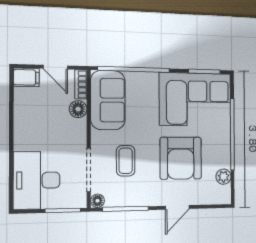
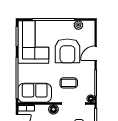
floor lamp: (78, 109) -> (53, 109), moved
armchair: (181, 158) -> (67, 51), turned 90
door: (177, 207) -> (96, 53), swing flipped

